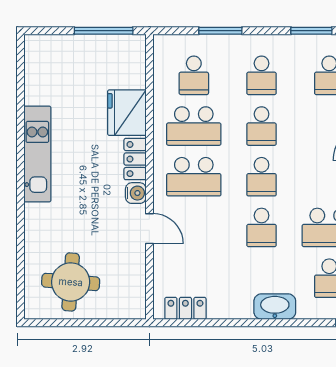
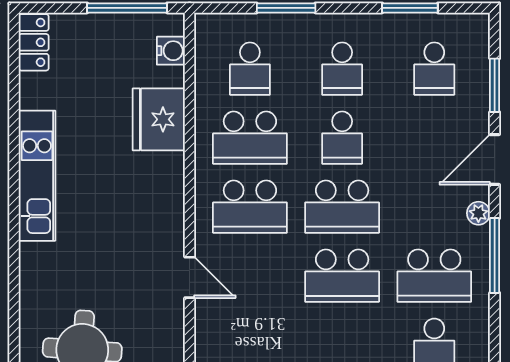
locker: (135, 159) -> (34, 42), moved, turned 180
school desk: (262, 177) -> (342, 207), width x1.85
water cooler: (136, 193) -> (171, 51), moved
school desk: (262, 227) -> (342, 276), width x1.85

